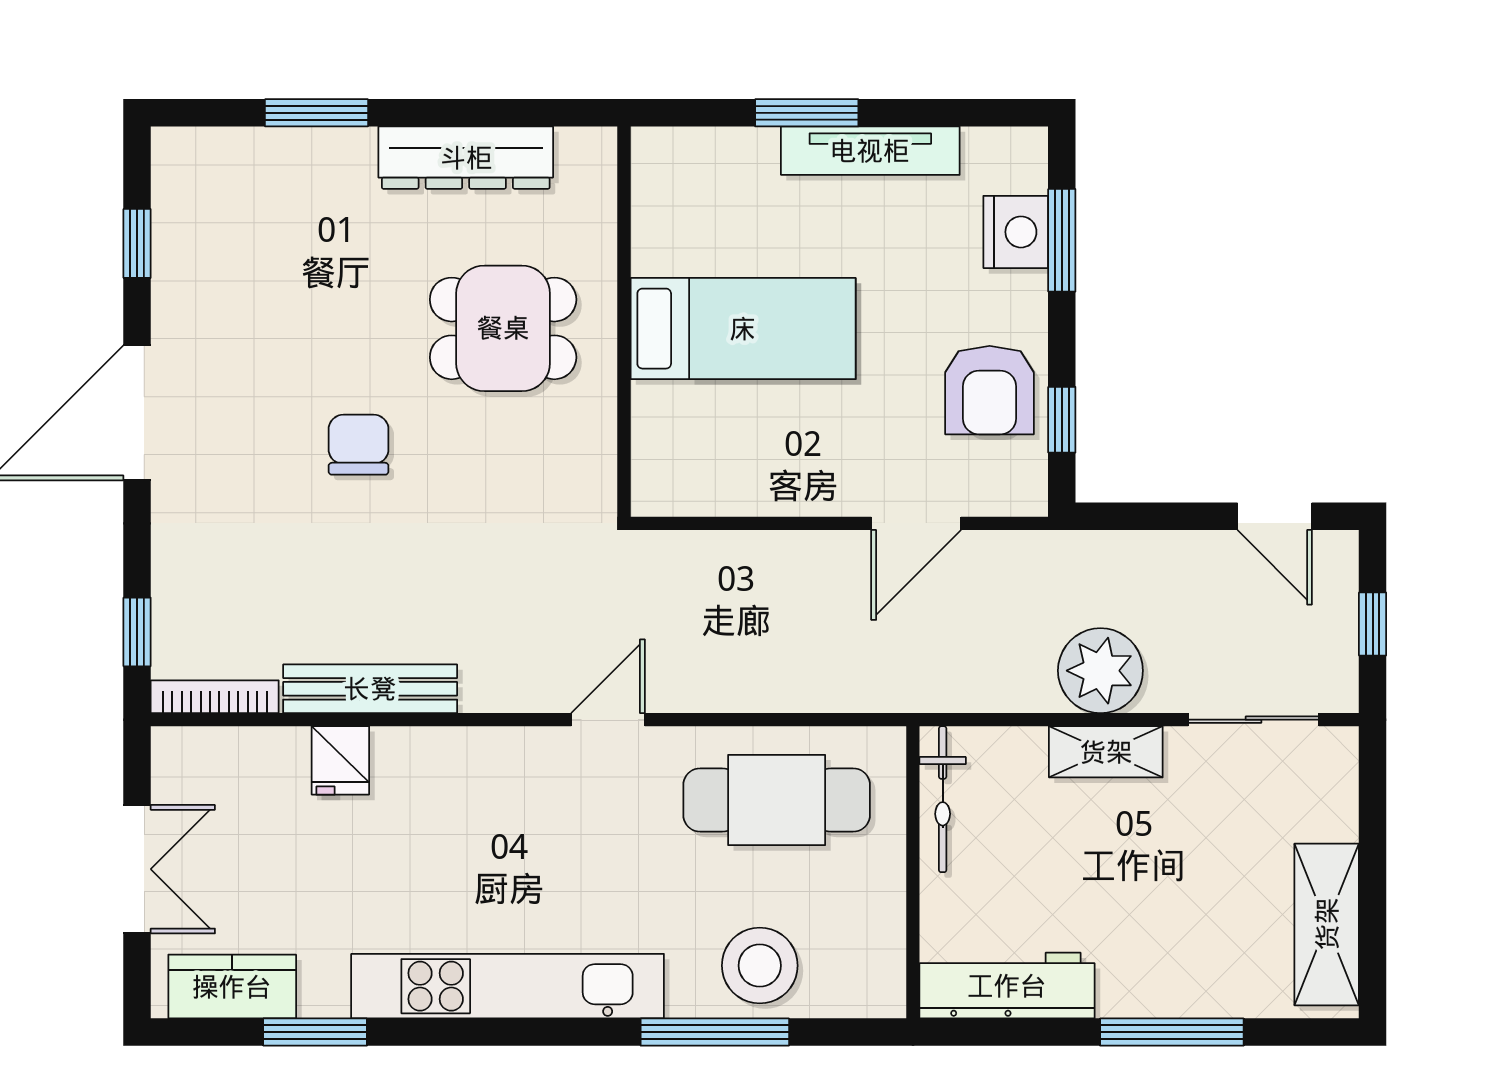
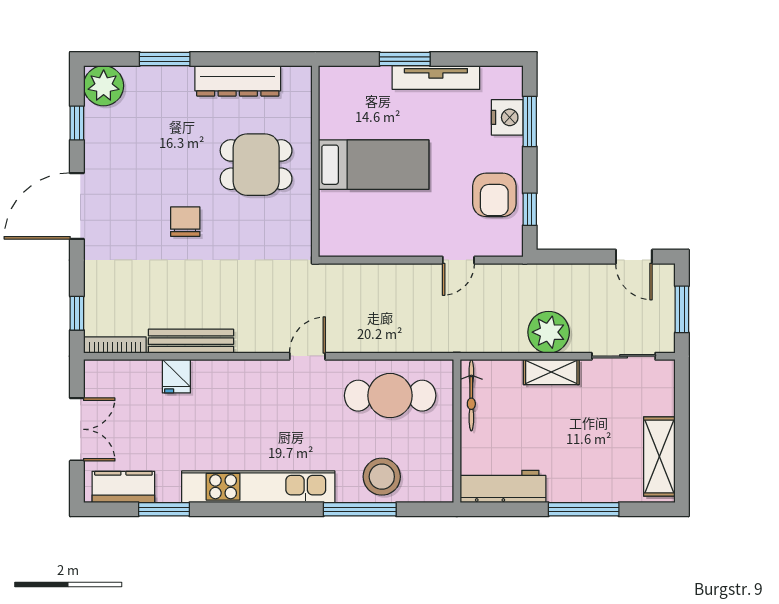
plant: (192, 167) -> (104, 86), added
door: (916, 523) -> (458, 260), width x0.73
window: (1373, 624) -> (682, 309), width x1.50

